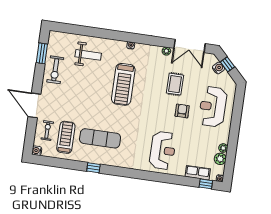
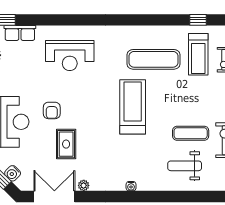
exercise mat: (80, 79) -> (191, 133), added
treadmill: (123, 84) -> (133, 107), moved
reception desk: (163, 150) -> (70, 55), turned -90
window: (93, 168) -> (198, 20), moved

